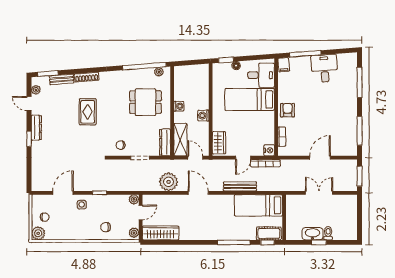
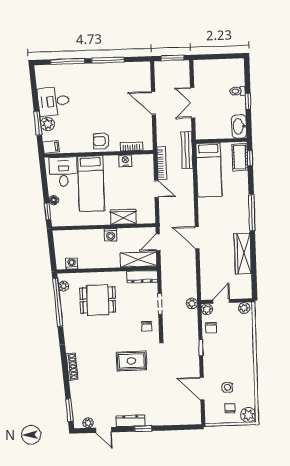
window: (305, 54) -> (38, 123), width x0.69
plant: (304, 62) -> (47, 124), added
bench: (62, 79) -> (76, 394), removed
dining table: (145, 102) -> (98, 300), turned 90
door: (29, 103) -> (104, 430), hinge flipped
washing machine: (179, 106) -> (72, 263), moved
rug: (88, 112) -> (131, 361), moved
window: (360, 131) -> (108, 60), moved
wardrobe: (219, 143) -> (123, 217), moved
nightstand: (269, 150) -> (125, 161), moved
plant: (169, 182) -> (192, 304), moved, width x0.53, depth x0.53
bench: (240, 186) -> (187, 150), moved
door: (198, 193) -> (197, 238), hinge flipped
side table: (82, 205) -> (227, 387), moved
door: (141, 213) -> (221, 301), hinge flipped
chair: (106, 227) -> (211, 328), moved
wardrobe: (161, 233) -> (243, 254), moved
washbasin: (313, 234) -> (239, 126), moved
window: (234, 242) -> (252, 213), moved

